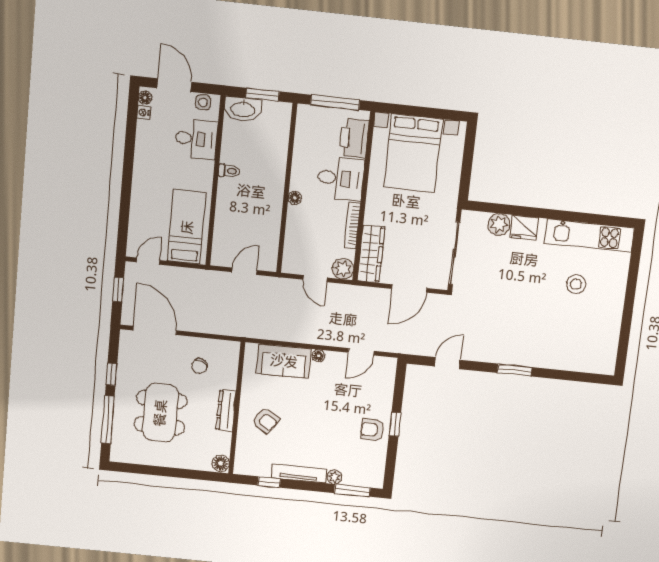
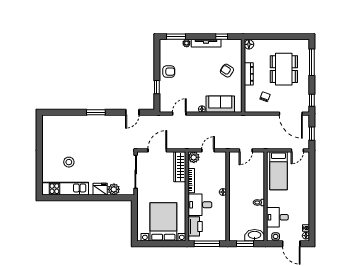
door: (315, 279) -> (208, 150), hinge flipped
window: (111, 374) -> (312, 100), moved
window: (395, 424) -> (157, 87), moved

